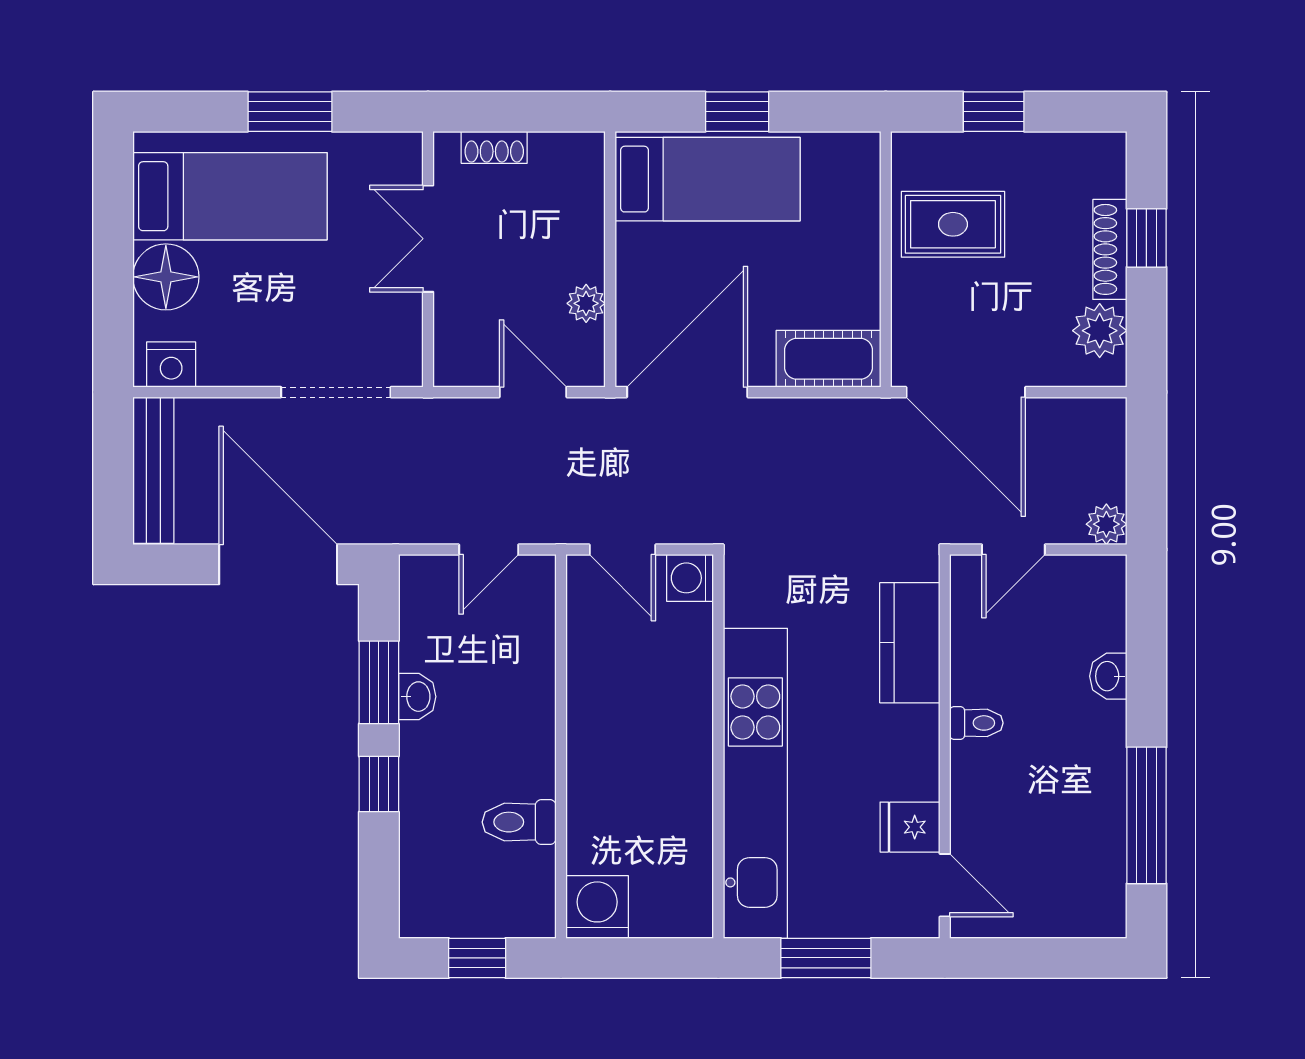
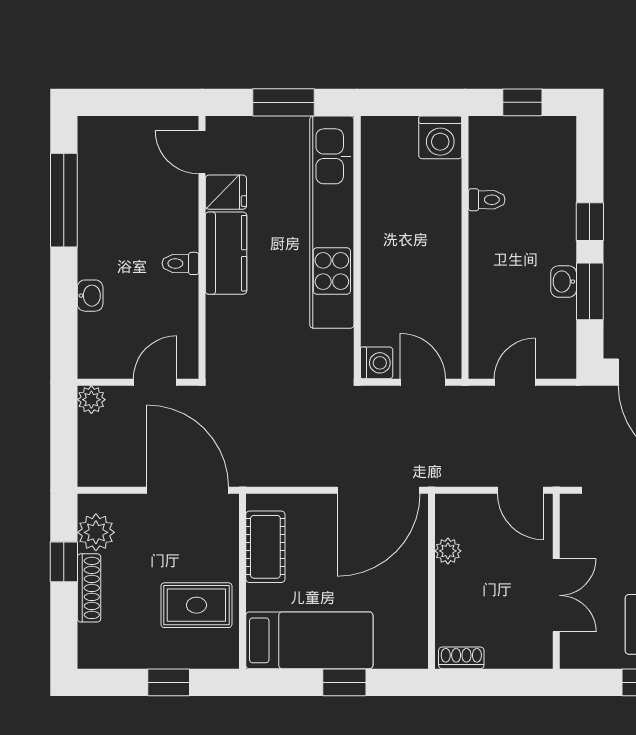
shoe rack: (494, 147) -> (461, 658), moved
bed: (708, 179) -> (309, 640), moved, turned 180
window: (1146, 238) -> (64, 562), moved
cot: (828, 359) -> (265, 547), moved, turned 90
door: (533, 392) -> (520, 490), moved
kitchen counter: (910, 643) -> (226, 253), moved
toilet: (519, 822) -> (487, 200), width x0.73, depth x0.72

